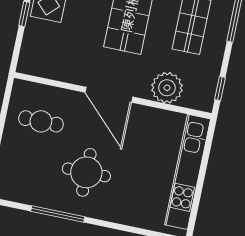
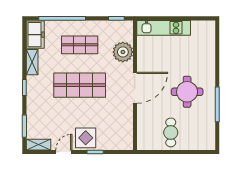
cafe table: (41, 121) -> (171, 132), moved
kitchen unit: (188, 172) -> (164, 28), width x0.73

